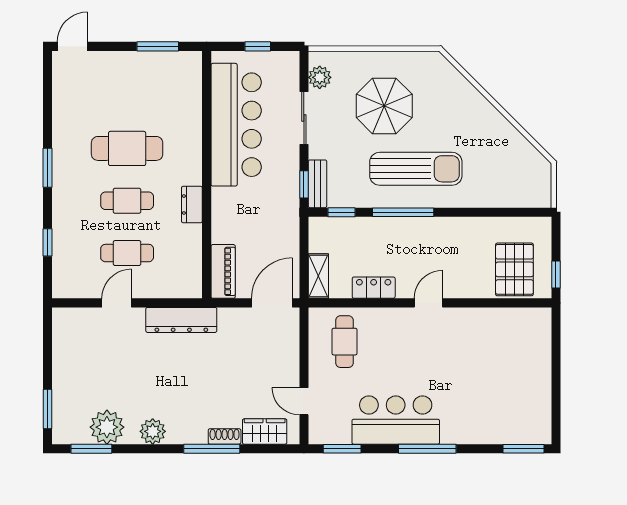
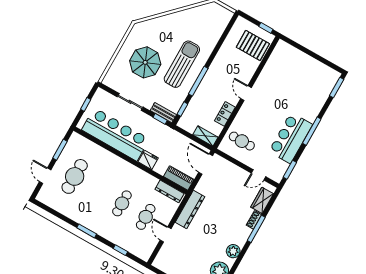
door: (72, 46) -> (45, 176), moved
plant: (320, 77) -> (116, 84), removed
cafe table: (127, 148) -> (75, 176), moved
fridge: (224, 203) -> (148, 160), added
dresser: (192, 205) -> (169, 191), moved, width x1.44

